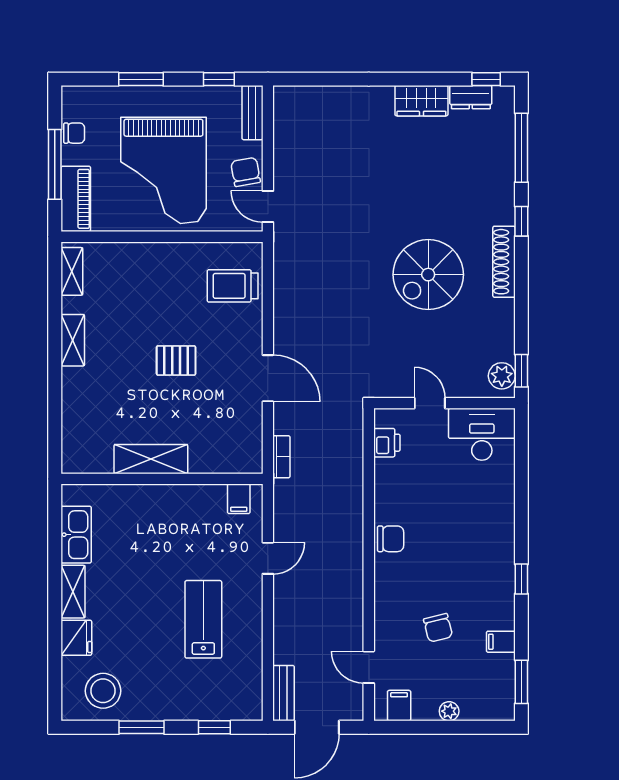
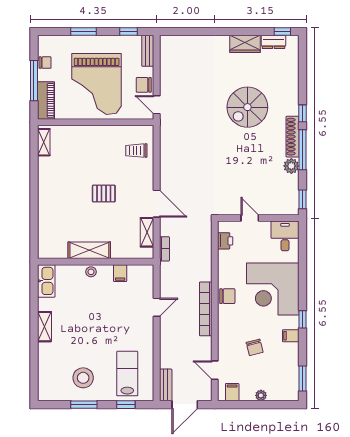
window: (521, 148) -> (303, 150), moved
chair: (246, 172) -> (144, 85), turned -80
spiral stairs: (428, 275) -> (247, 107), moved
trolley: (233, 286) -> (136, 151), width x0.73, depth x0.72
shelving: (73, 340) -> (147, 232), moved
plant: (502, 376) -> (291, 166), moved
desk: (482, 434) -> (285, 236), width x0.73
stool: (154, 497) -> (91, 272), added
filing cabinet: (239, 499) -> (120, 273), moved
corner desk: (470, 526) -> (273, 289), added
kitchen sink: (76, 535) -> (46, 281), moved
bookcase: (353, 561) -> (206, 309), added
lab bench: (203, 619) -> (127, 374), moved
fridge: (76, 638) -> (46, 353), removed
filing cabinet: (501, 642) -> (291, 336), moved
stool: (103, 691) -> (83, 378), moved

